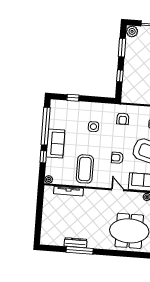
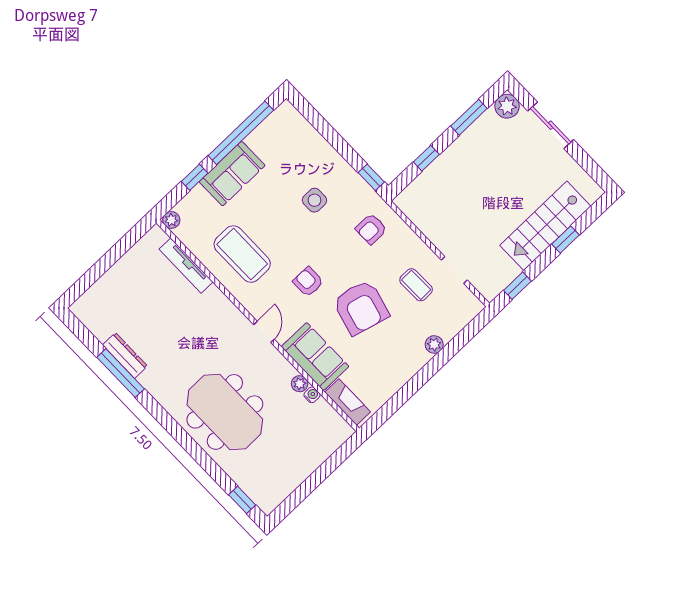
window: (73, 98) -> (371, 177), moved
coffee table: (85, 169) -> (242, 254), turned 90

